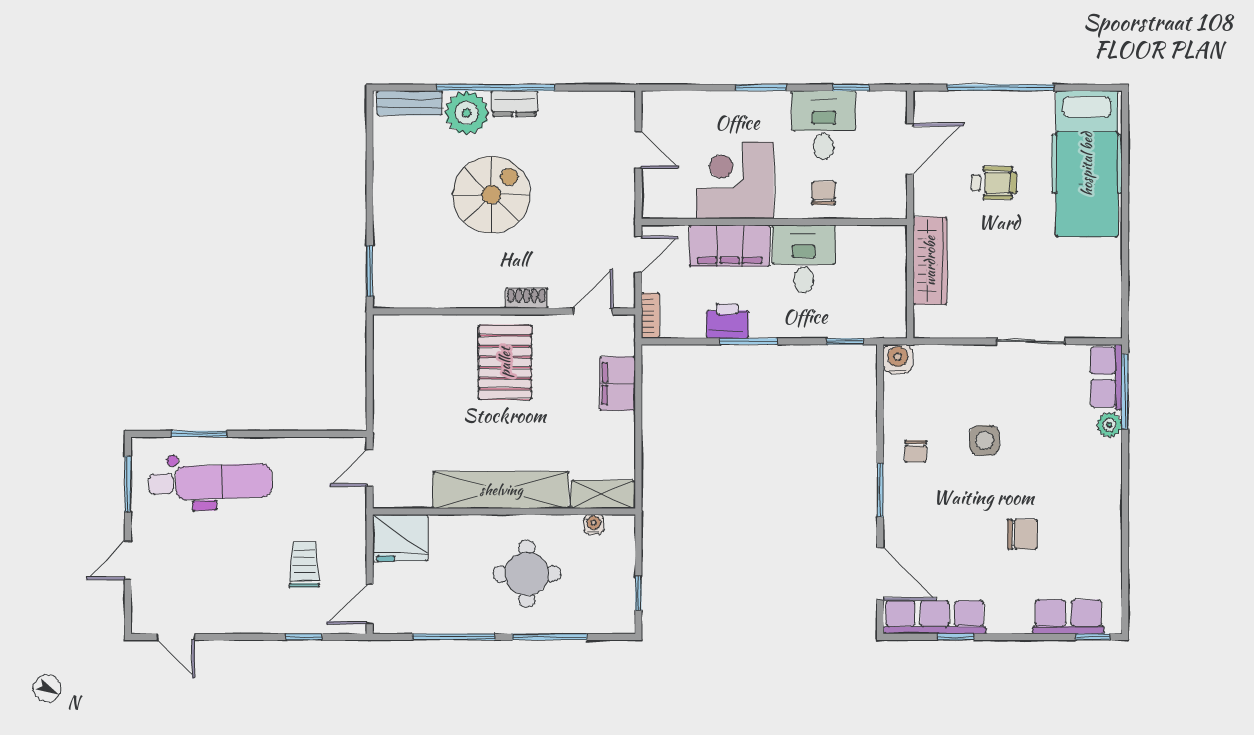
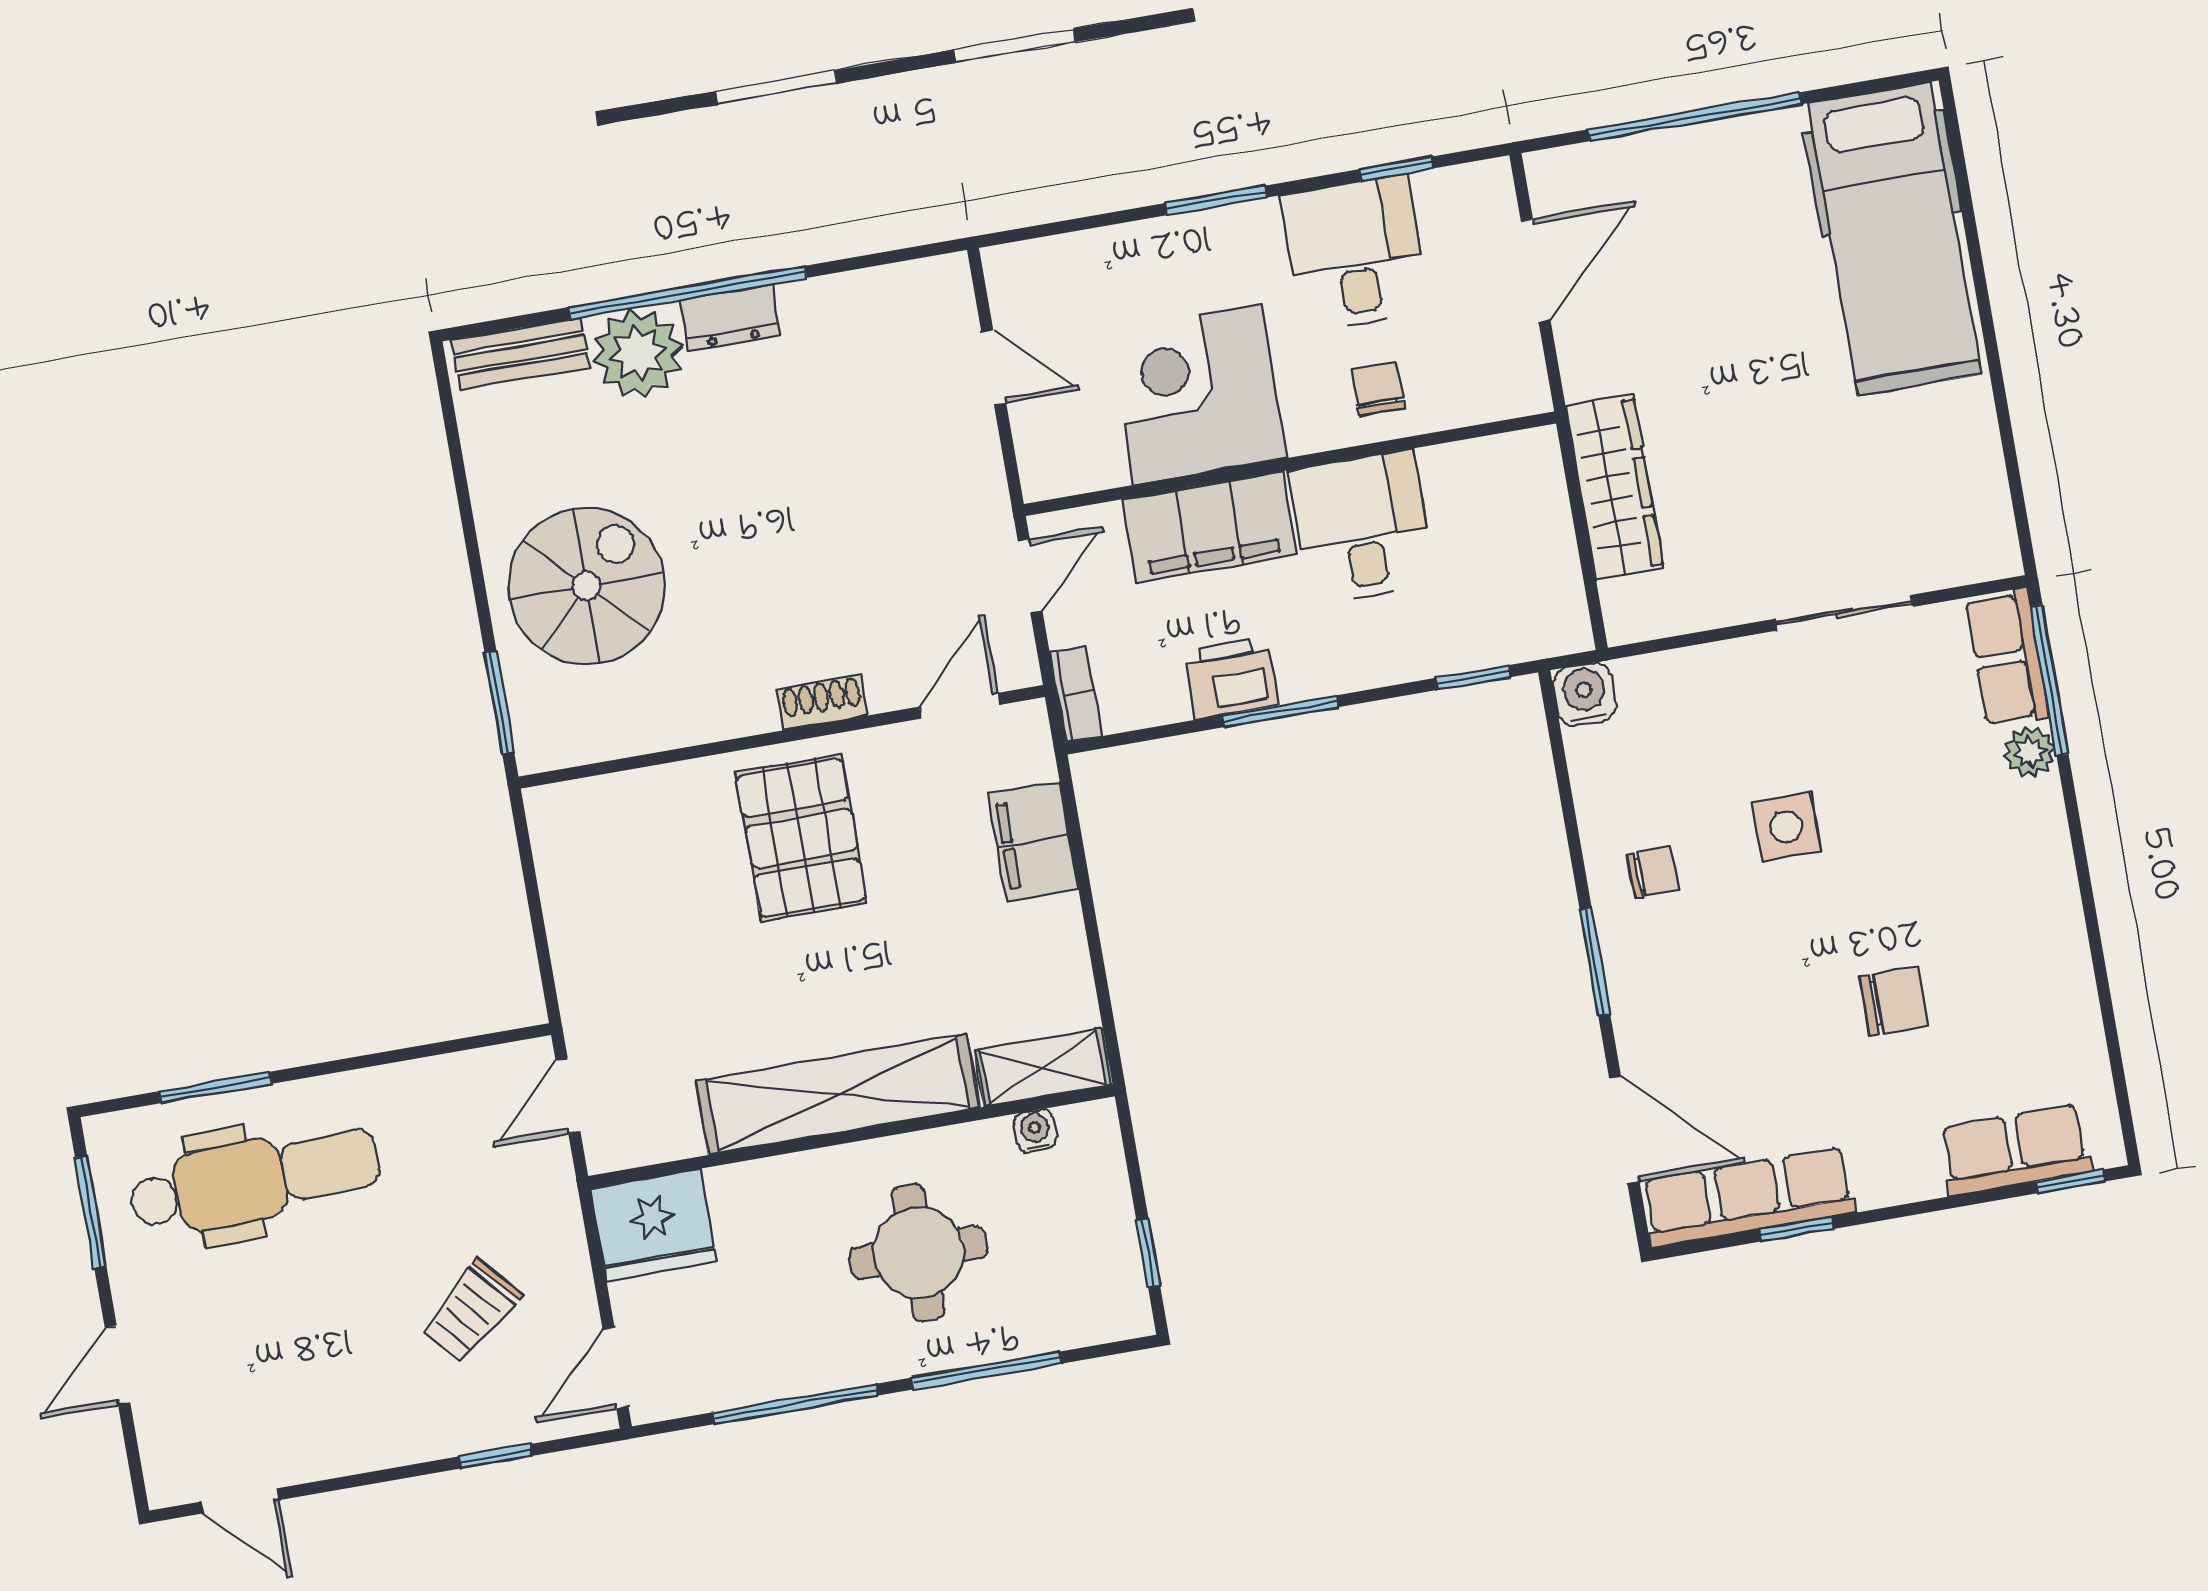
wheelchair: (994, 183) -> (1715, 309), removed
spiral stairs: (491, 195) -> (586, 586), moved
chair: (916, 451) -> (1653, 872), turned -91
trolley: (304, 565) -> (471, 1312), turned -131

